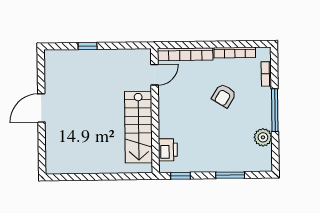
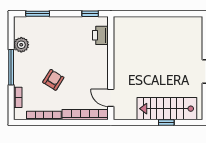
door: (155, 75) -> (111, 98), hinge flipped
stairs: (138, 127) -> (167, 109), moved, turned -90
window: (230, 175) -> (38, 14), moved

